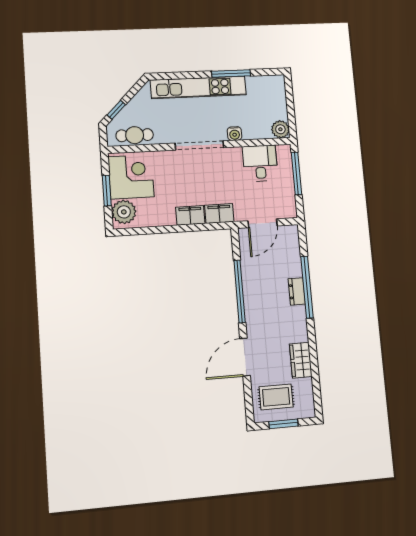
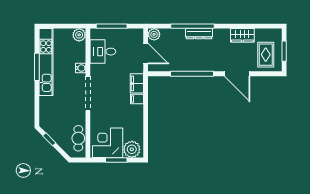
kitchen unit: (198, 87) -> (46, 62), moved
window: (116, 110) -> (49, 139), moved
filing cabinet: (190, 215) -> (137, 99), width x0.50
plant: (290, 233) -> (154, 34), added
dresser: (297, 291) -> (199, 34), width x1.44

